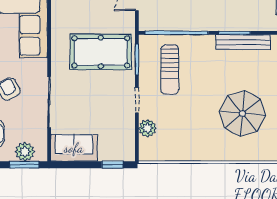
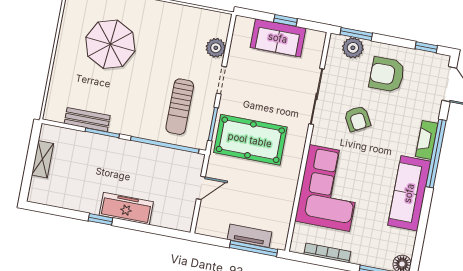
bench: (243, 42) -> (87, 120), width x0.73
sun lounger: (170, 69) -> (180, 107), turned 180
sofa: (74, 148) -> (278, 38), moved
window: (112, 165) -> (285, 20), moved

